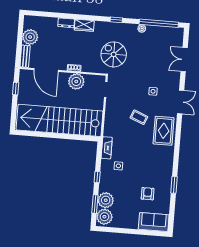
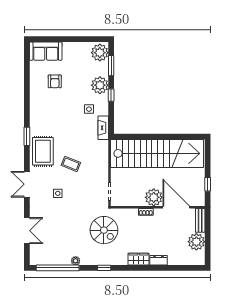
plant: (76, 81) -> (154, 197), moved
window: (174, 185) -> (27, 136), moved
plant: (106, 200) -> (100, 85), moved

